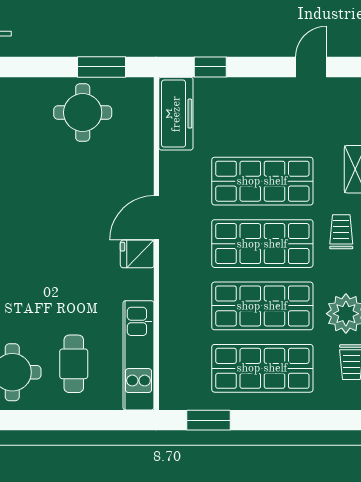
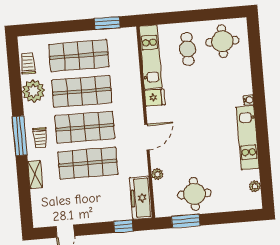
plant: (144, 152) -> (157, 174), added
fridge: (137, 254) -> (155, 98), moved

